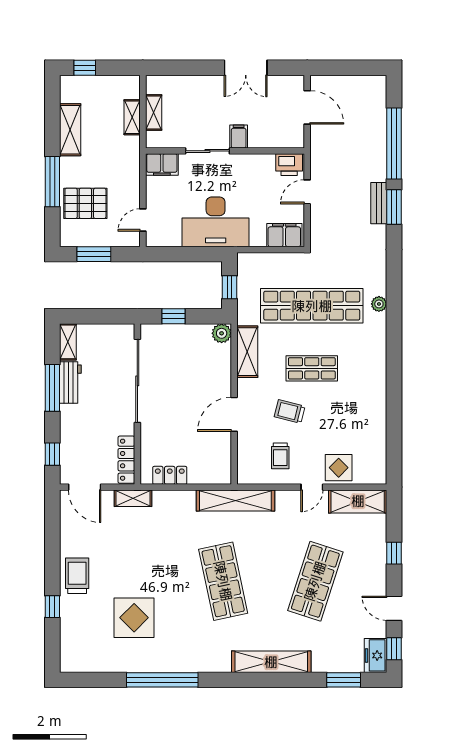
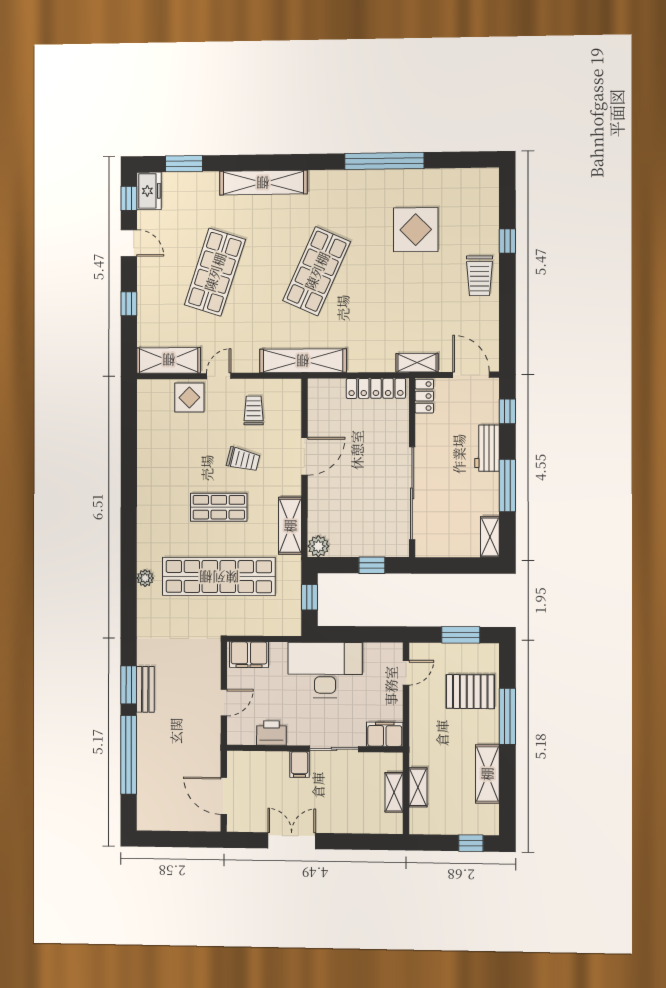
printer: (289, 165) -> (271, 733), moved
workbench: (70, 382) -> (487, 448), moved
locker: (126, 460) -> (424, 396), width x0.66
locker: (170, 475) -> (376, 388), width x1.53
shop shelf: (223, 581) -> (317, 271), turned 36

